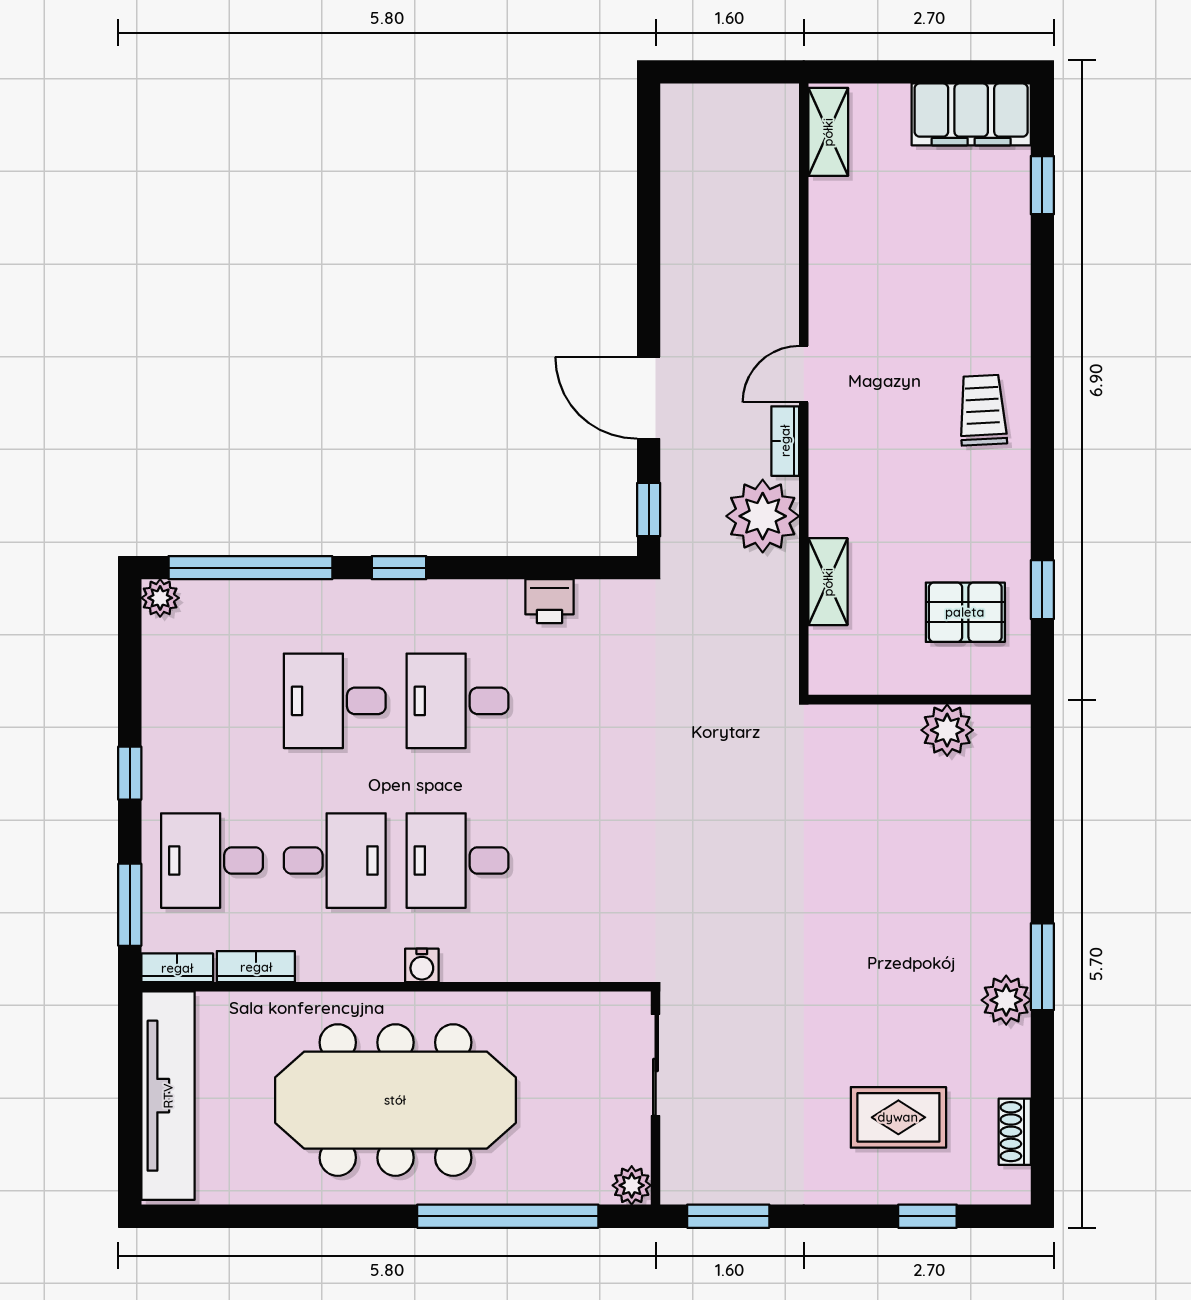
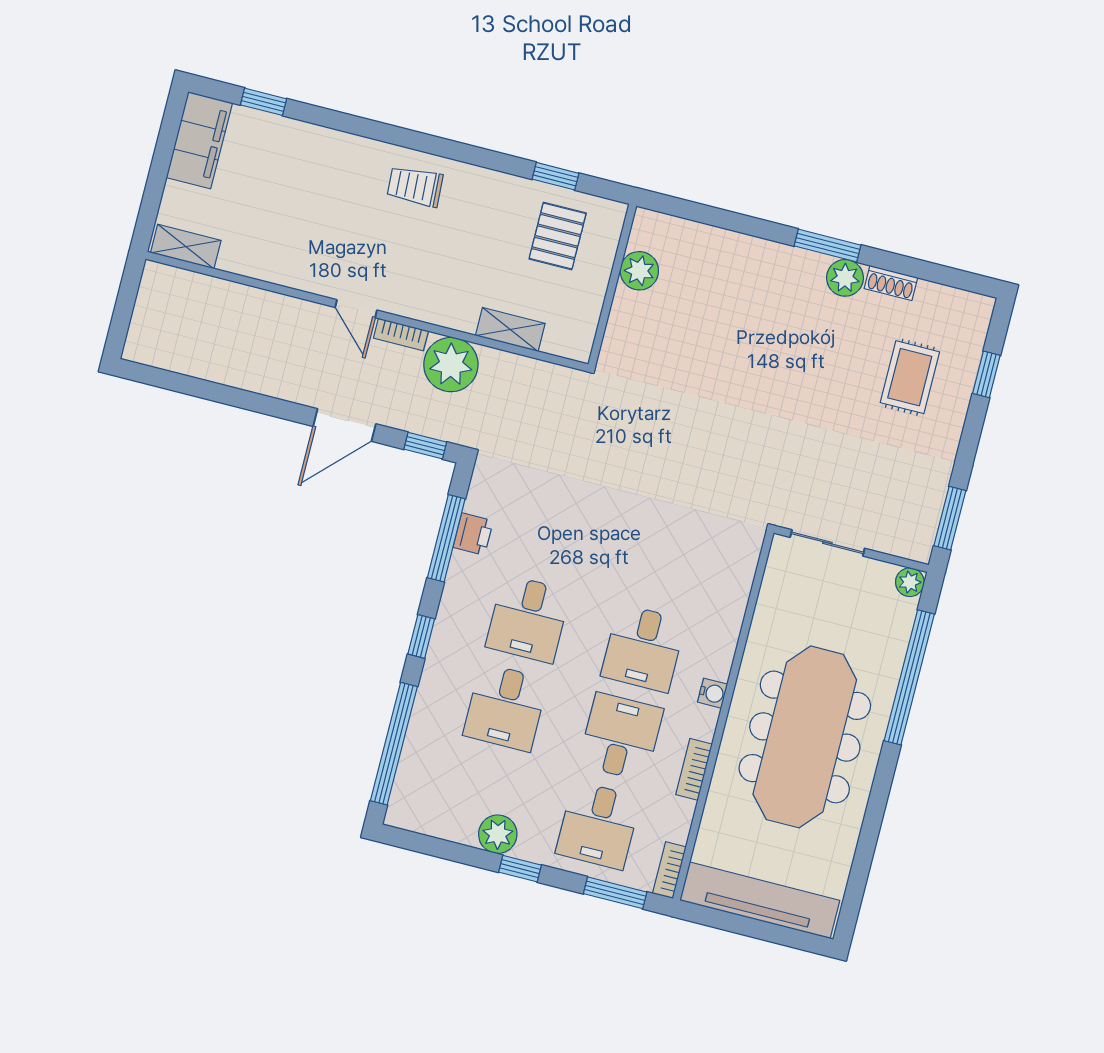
window: (535, 568) -> (446, 538), added
plant: (160, 598) -> (498, 834), moved, width x1.38, depth x1.38
bookcase: (256, 967) -> (694, 769), moved
shoe rack: (1015, 1132) -> (891, 283), moved

